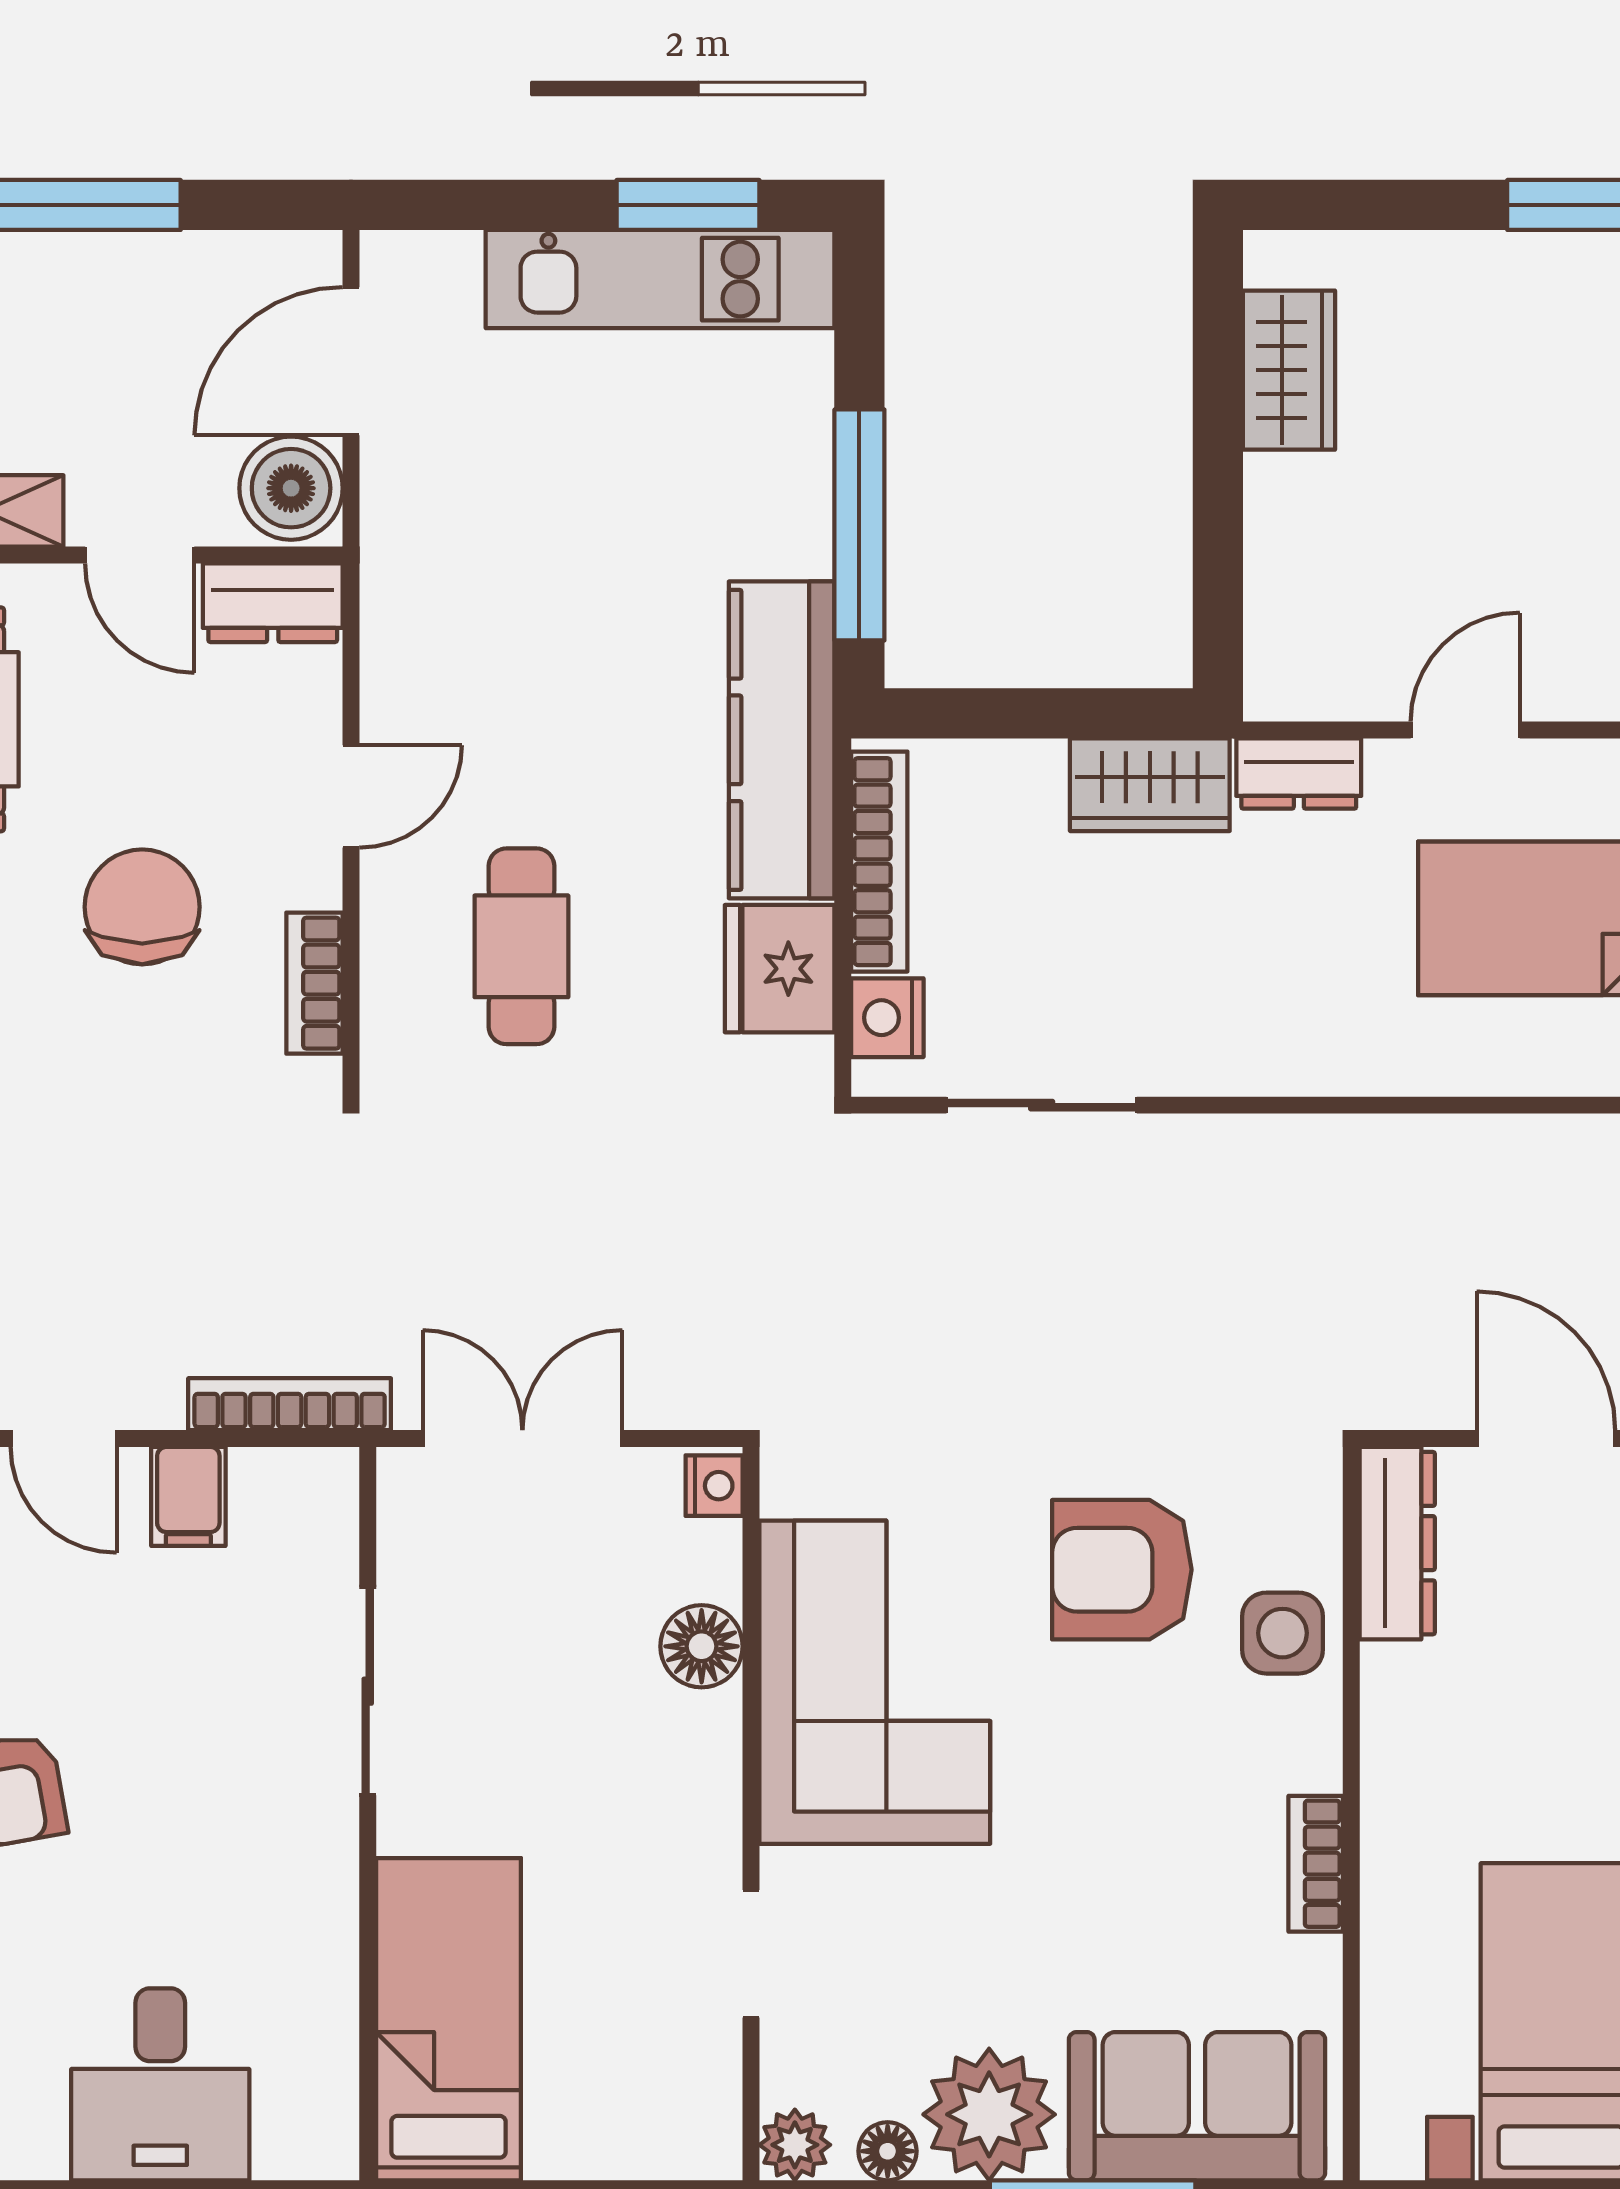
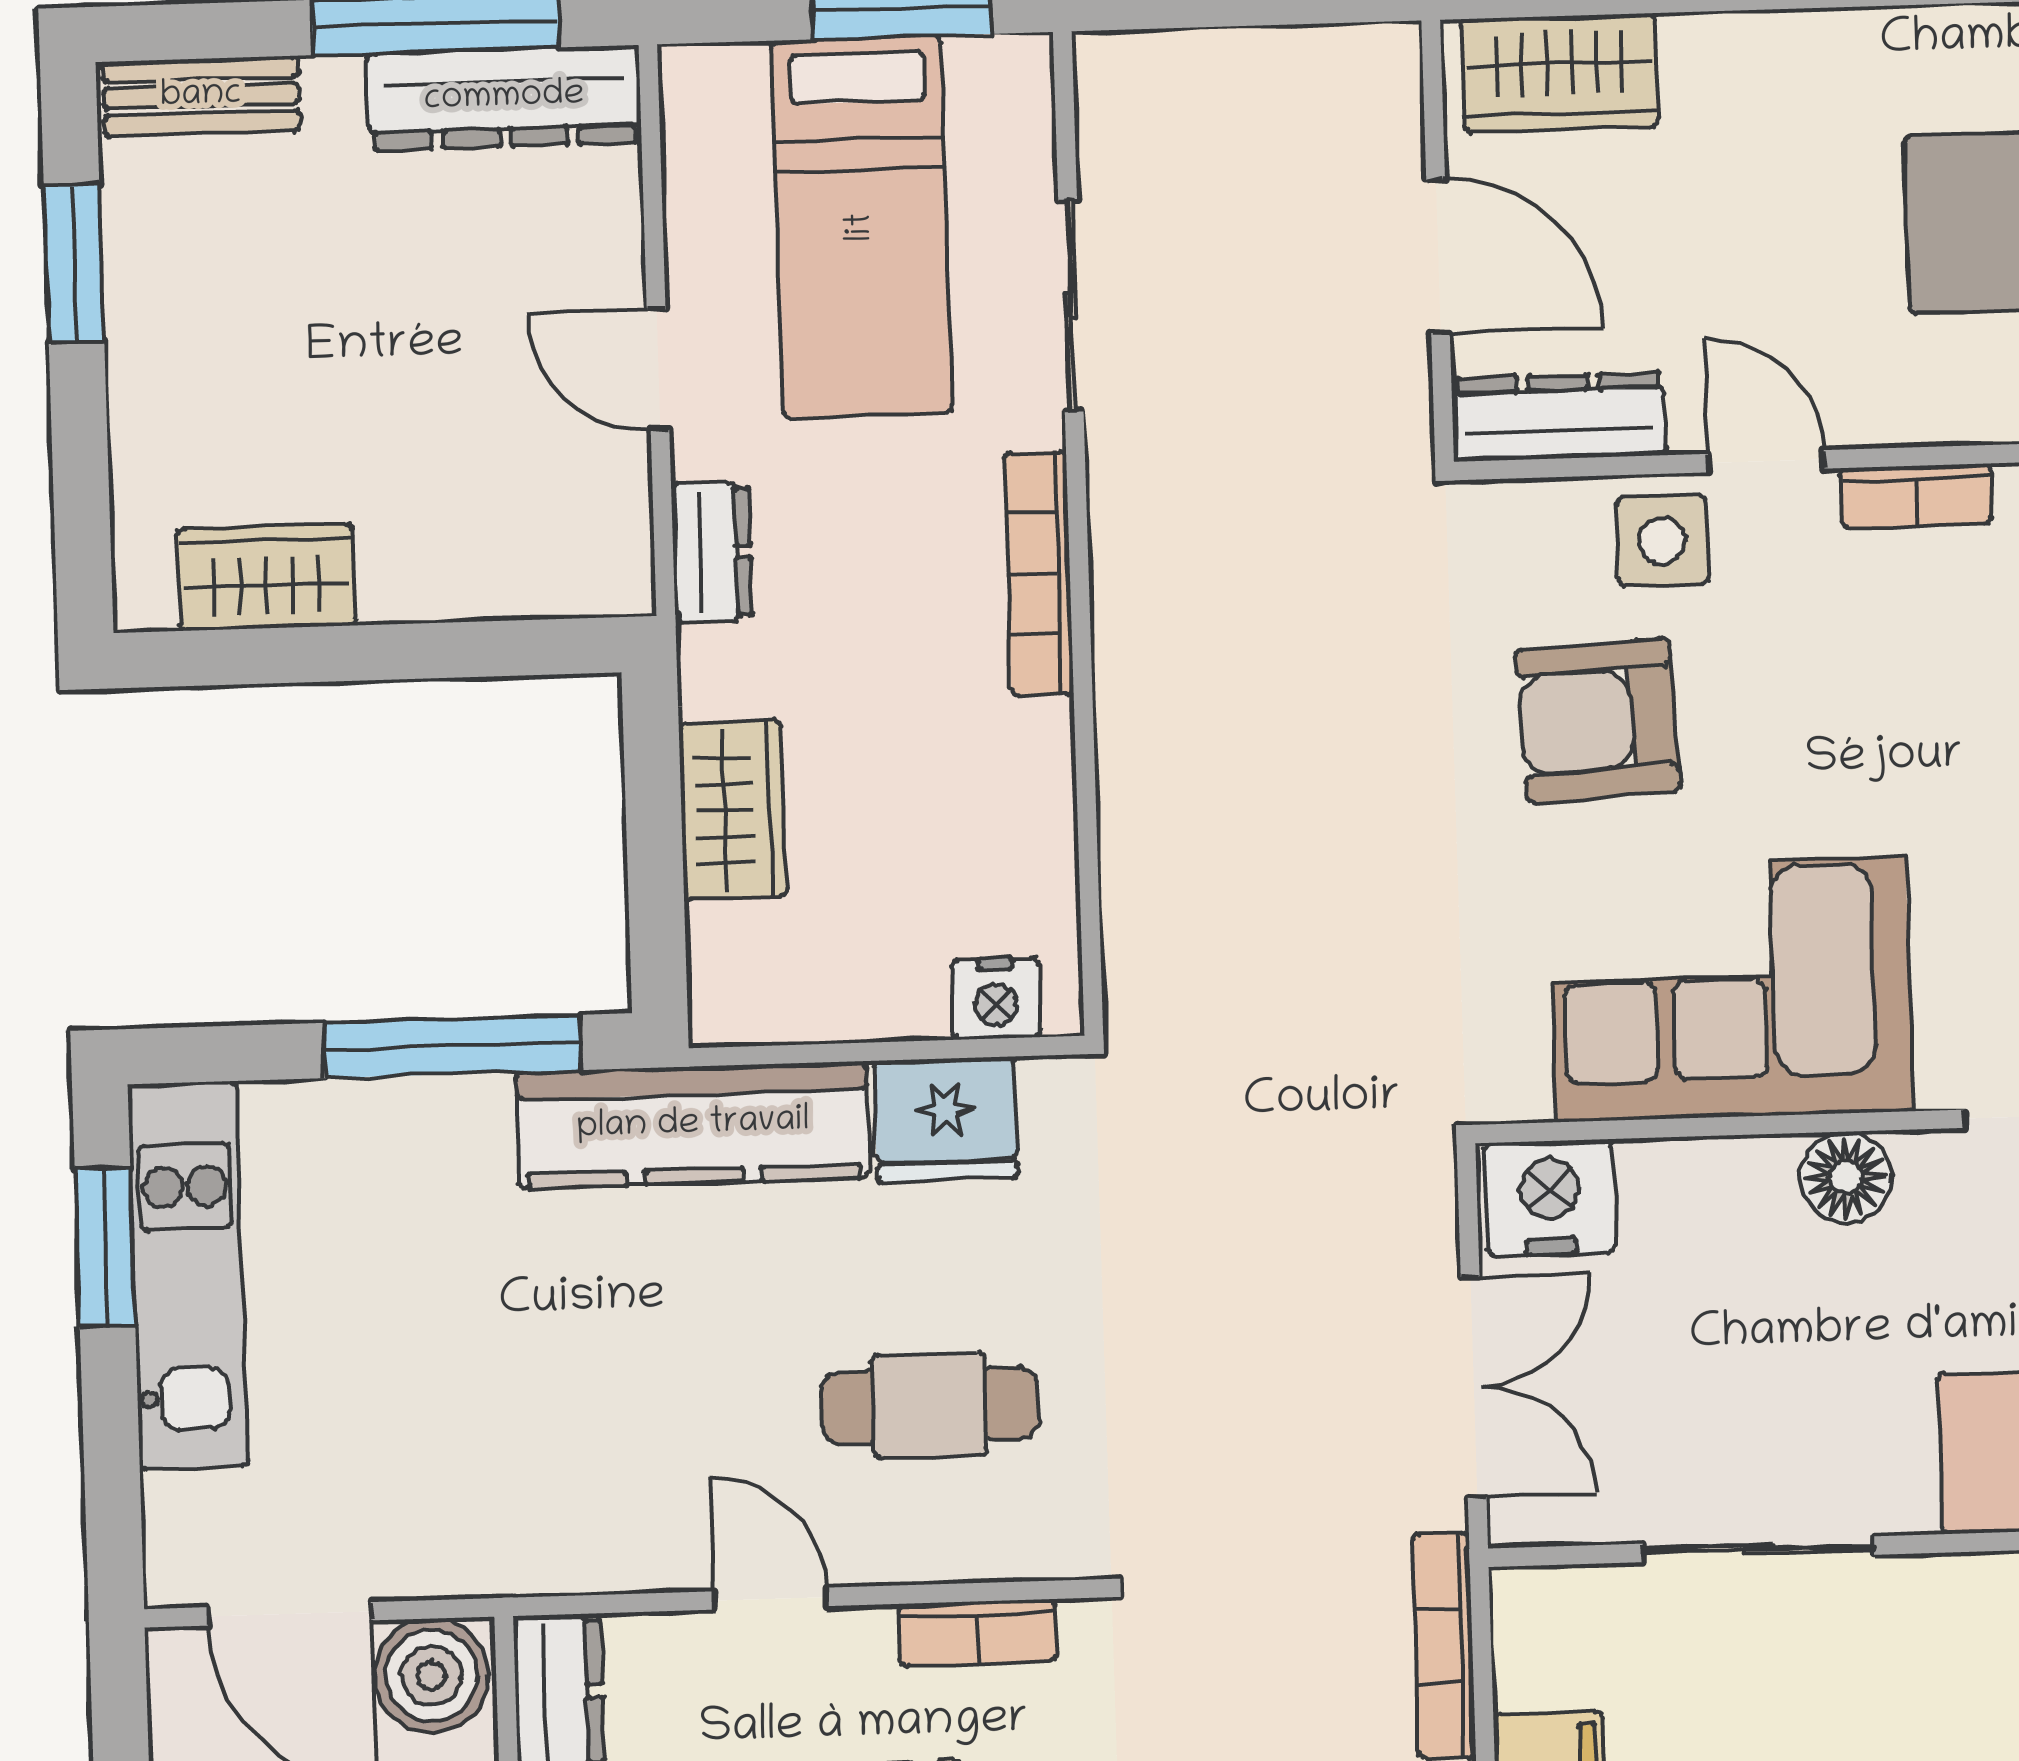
wardrobe: (1150, 785) -> (732, 810), moved
bookcase: (879, 862) -> (1039, 573), moved, turned -90
sliding door: (1042, 1105) -> (1071, 305), moved
double door: (522, 1438) -> (1474, 1387), swing flipped
door: (1546, 1438) -> (1438, 256), swing flipped
nightstand: (714, 1486) -> (1550, 1198), width x1.89, depth x1.79
armchair: (1122, 1570) -> (1598, 720), turned 87
floor lamp: (702, 1646) -> (1846, 1177), moved
door: (1351, 1729) -> (1766, 461), added

